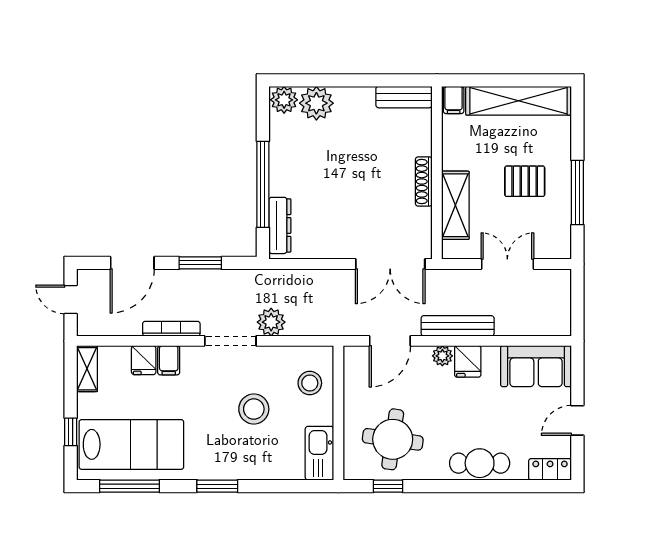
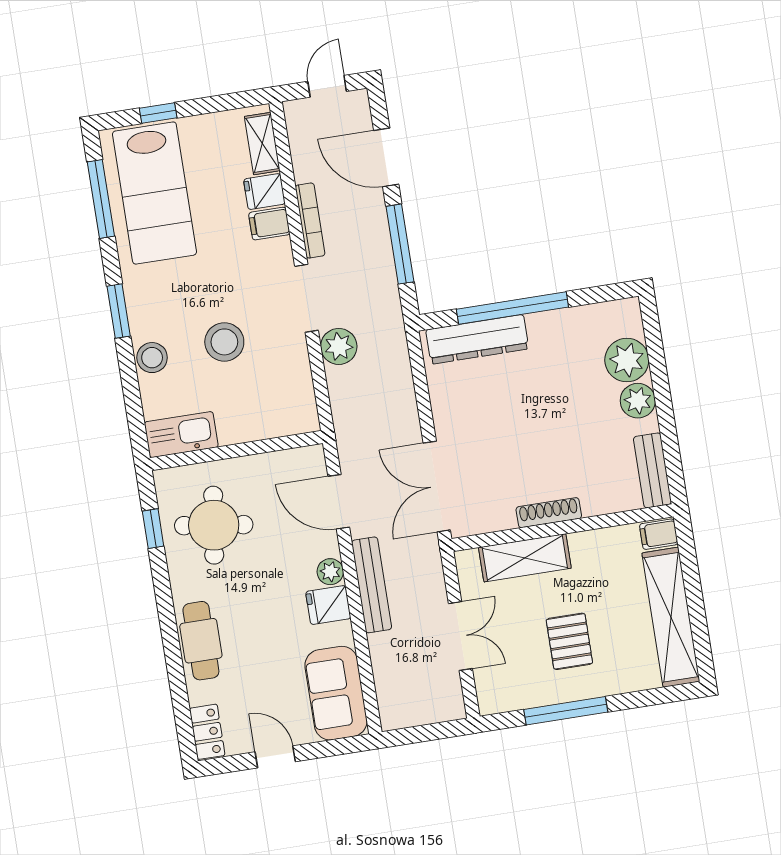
plant: (284, 100) -> (638, 401), moved
dresser: (280, 225) -> (477, 339), width x1.37, depth x1.24
window: (200, 263) -> (400, 244), width x1.44
shelving: (87, 369) -> (262, 144), moved, turned 90
stool: (310, 383) -> (152, 358), moved

